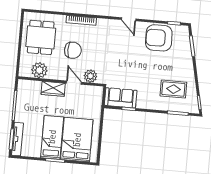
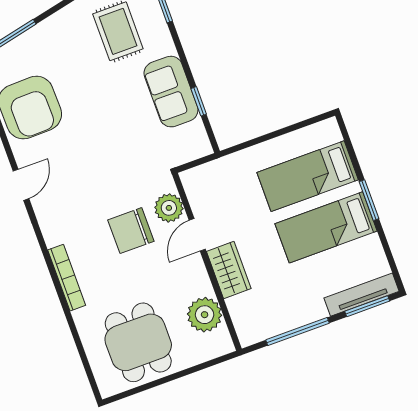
dining table: (41, 37) -> (138, 342), turned 90
chair: (73, 50) -> (131, 231), moved, turned -90
sofa: (121, 98) -> (171, 92), moved
bed: (77, 140) -> (308, 176), width x0.67

